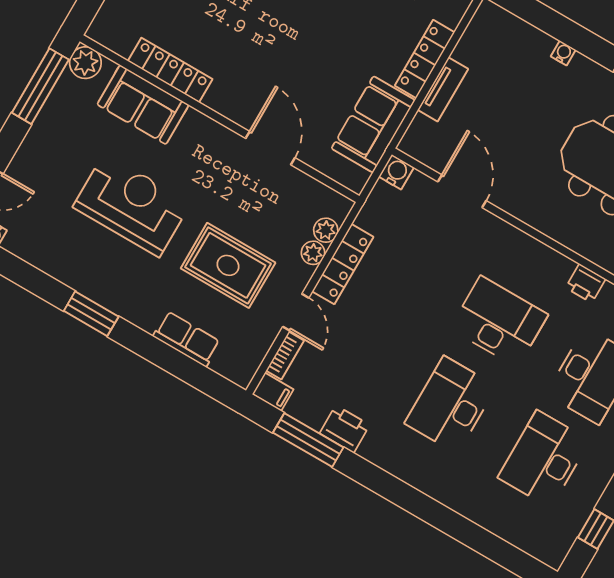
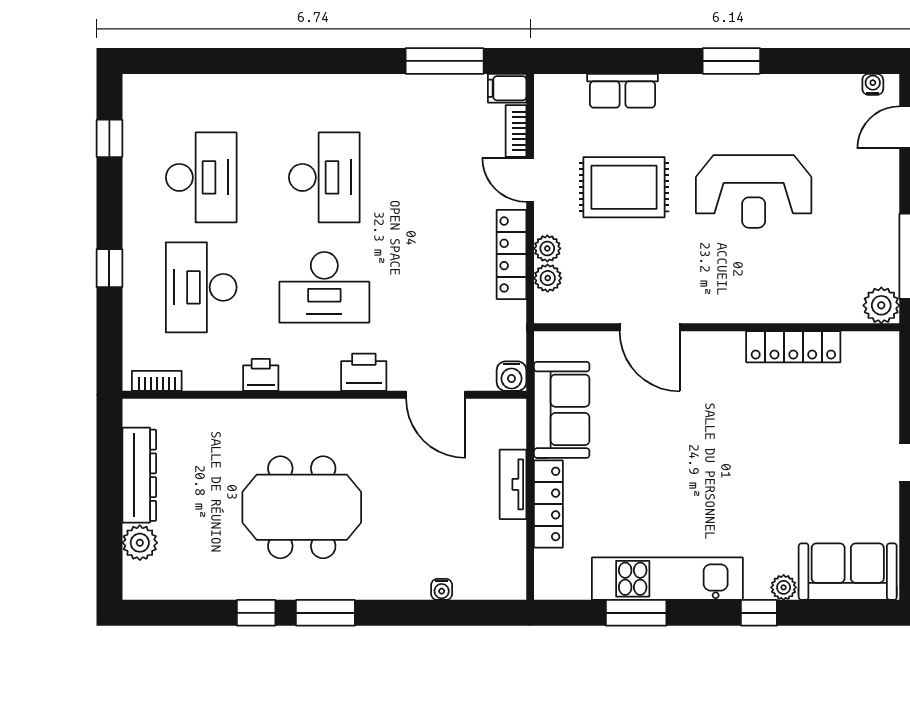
water cooler: (563, 53) -> (442, 589), moved
sofa: (143, 105) -> (800, 297), removed
printer: (345, 429) -> (364, 372), moved, turned 180

